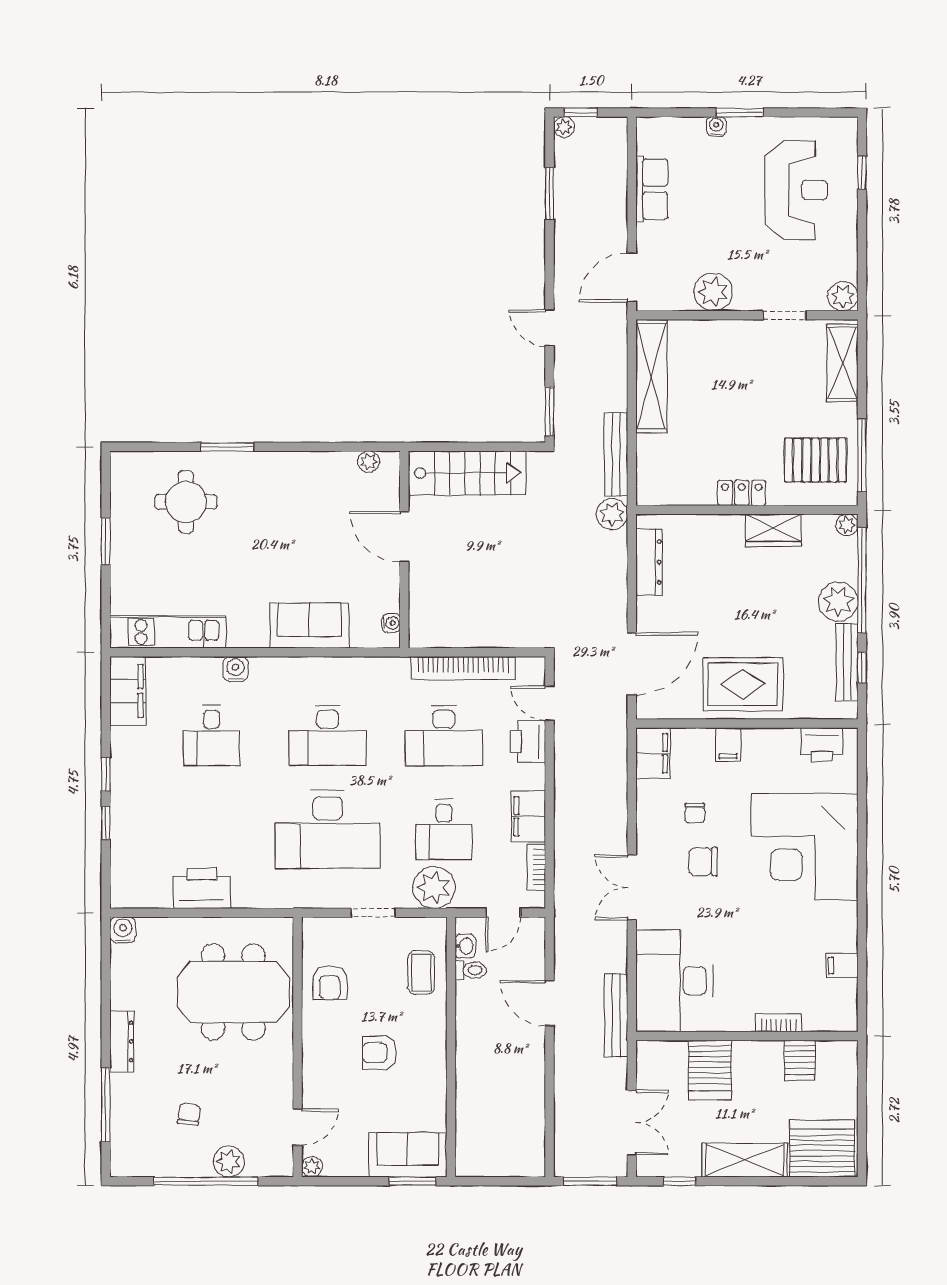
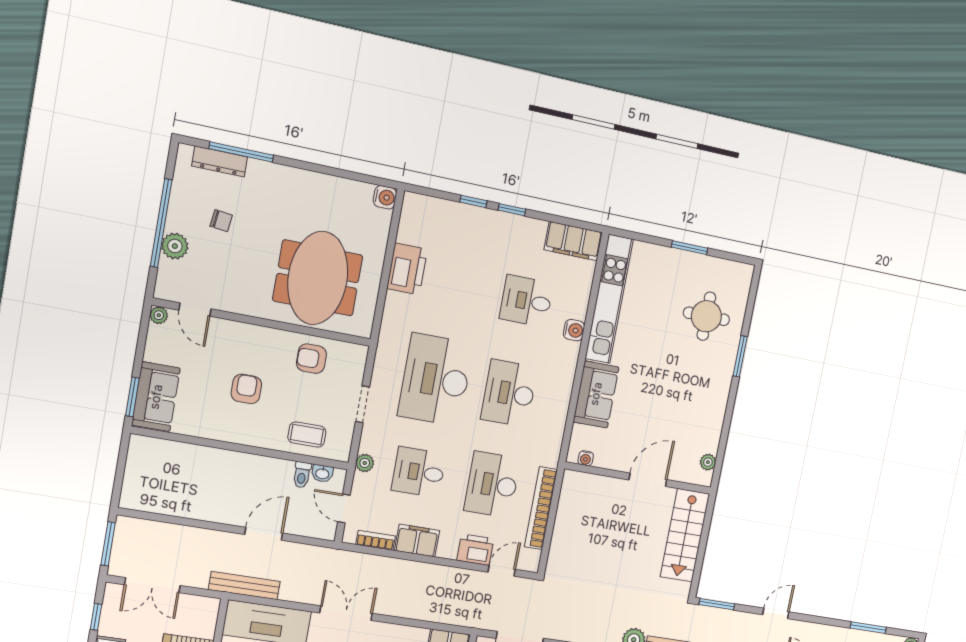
kitchen unit: (168, 632) -> (609, 299), width x1.36
plant: (434, 888) -> (365, 463), width x0.53, depth x0.53
dresser: (122, 1041) -> (220, 161), moved

